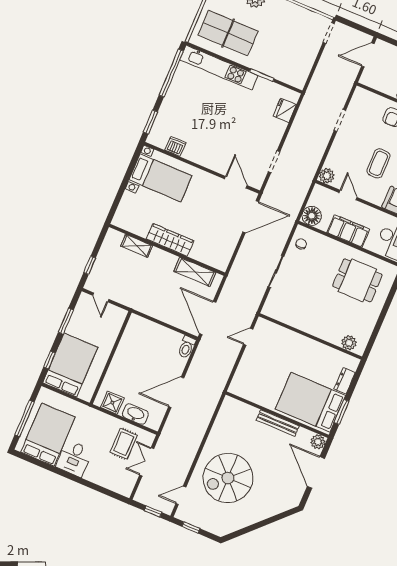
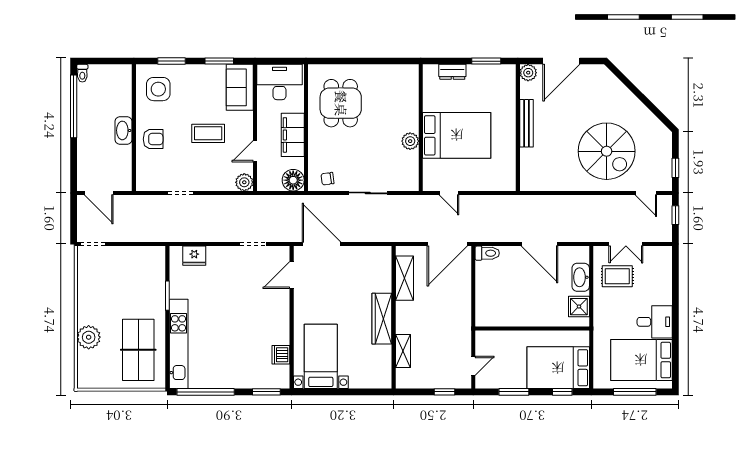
plant: (349, 343) -> (410, 141), moved
bed: (310, 402) -> (457, 135), moved, turned -90

